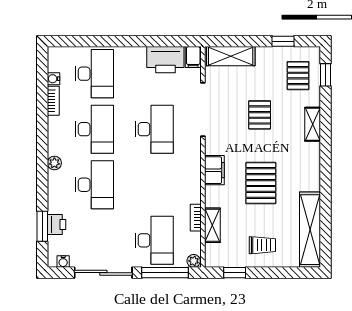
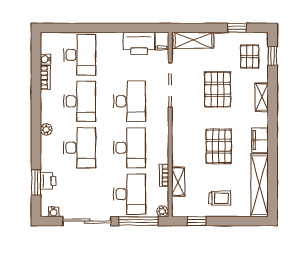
pallet: (260, 115) -> (218, 89), width x1.50, depth x1.42
filing cabinet: (214, 170) -> (260, 140), moved, turned 180
desk: (154, 185) -> (130, 148), added

